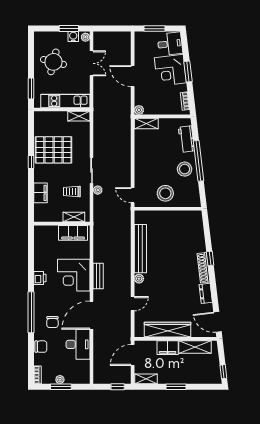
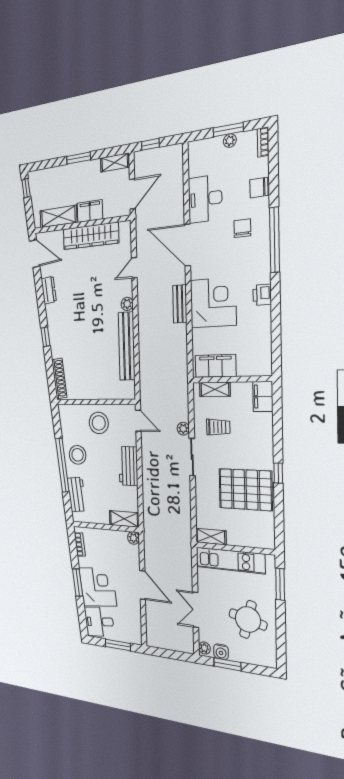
workbench: (142, 162) -> (128, 466), added
filing cabinet: (41, 193) -> (263, 396), moved
shoe rack: (204, 268) -> (59, 378), moved
door: (92, 315) -> (187, 245), swing flipped

